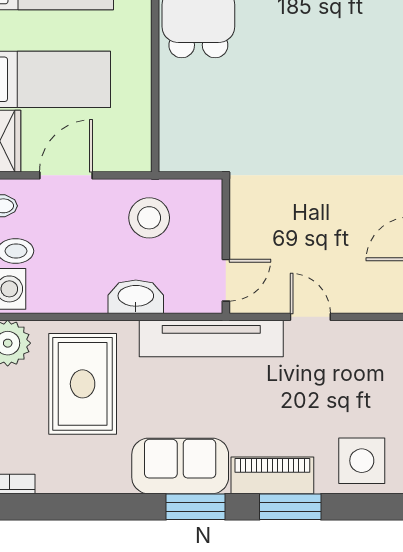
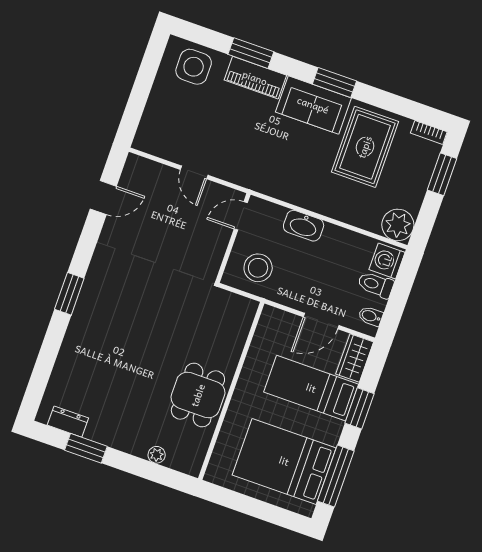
stool: (149, 218) -> (258, 268), moved
tv unit: (211, 339) -> (264, 181), removed
rug: (83, 384) -> (365, 147), moved
window: (195, 507) -> (334, 83), moved

